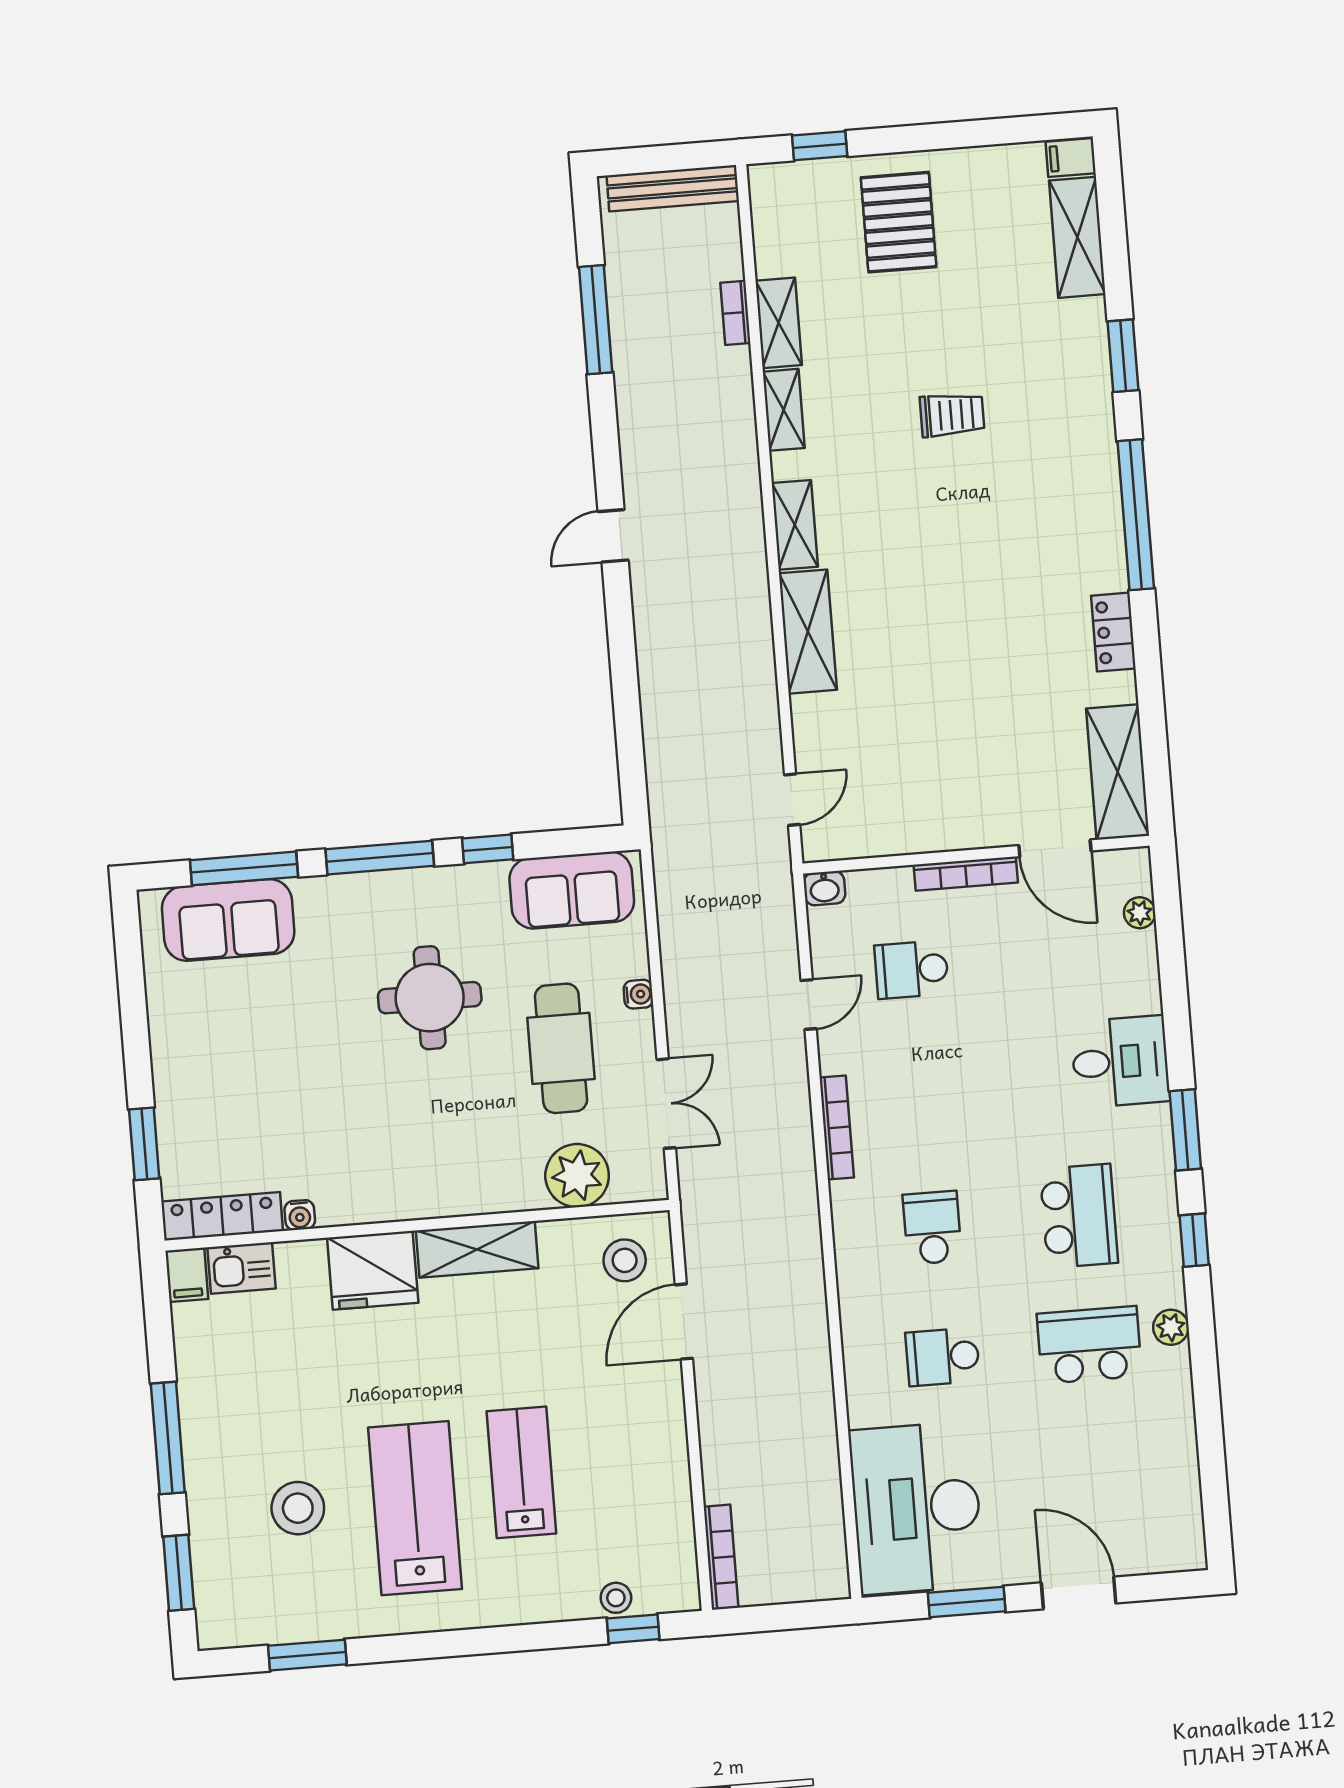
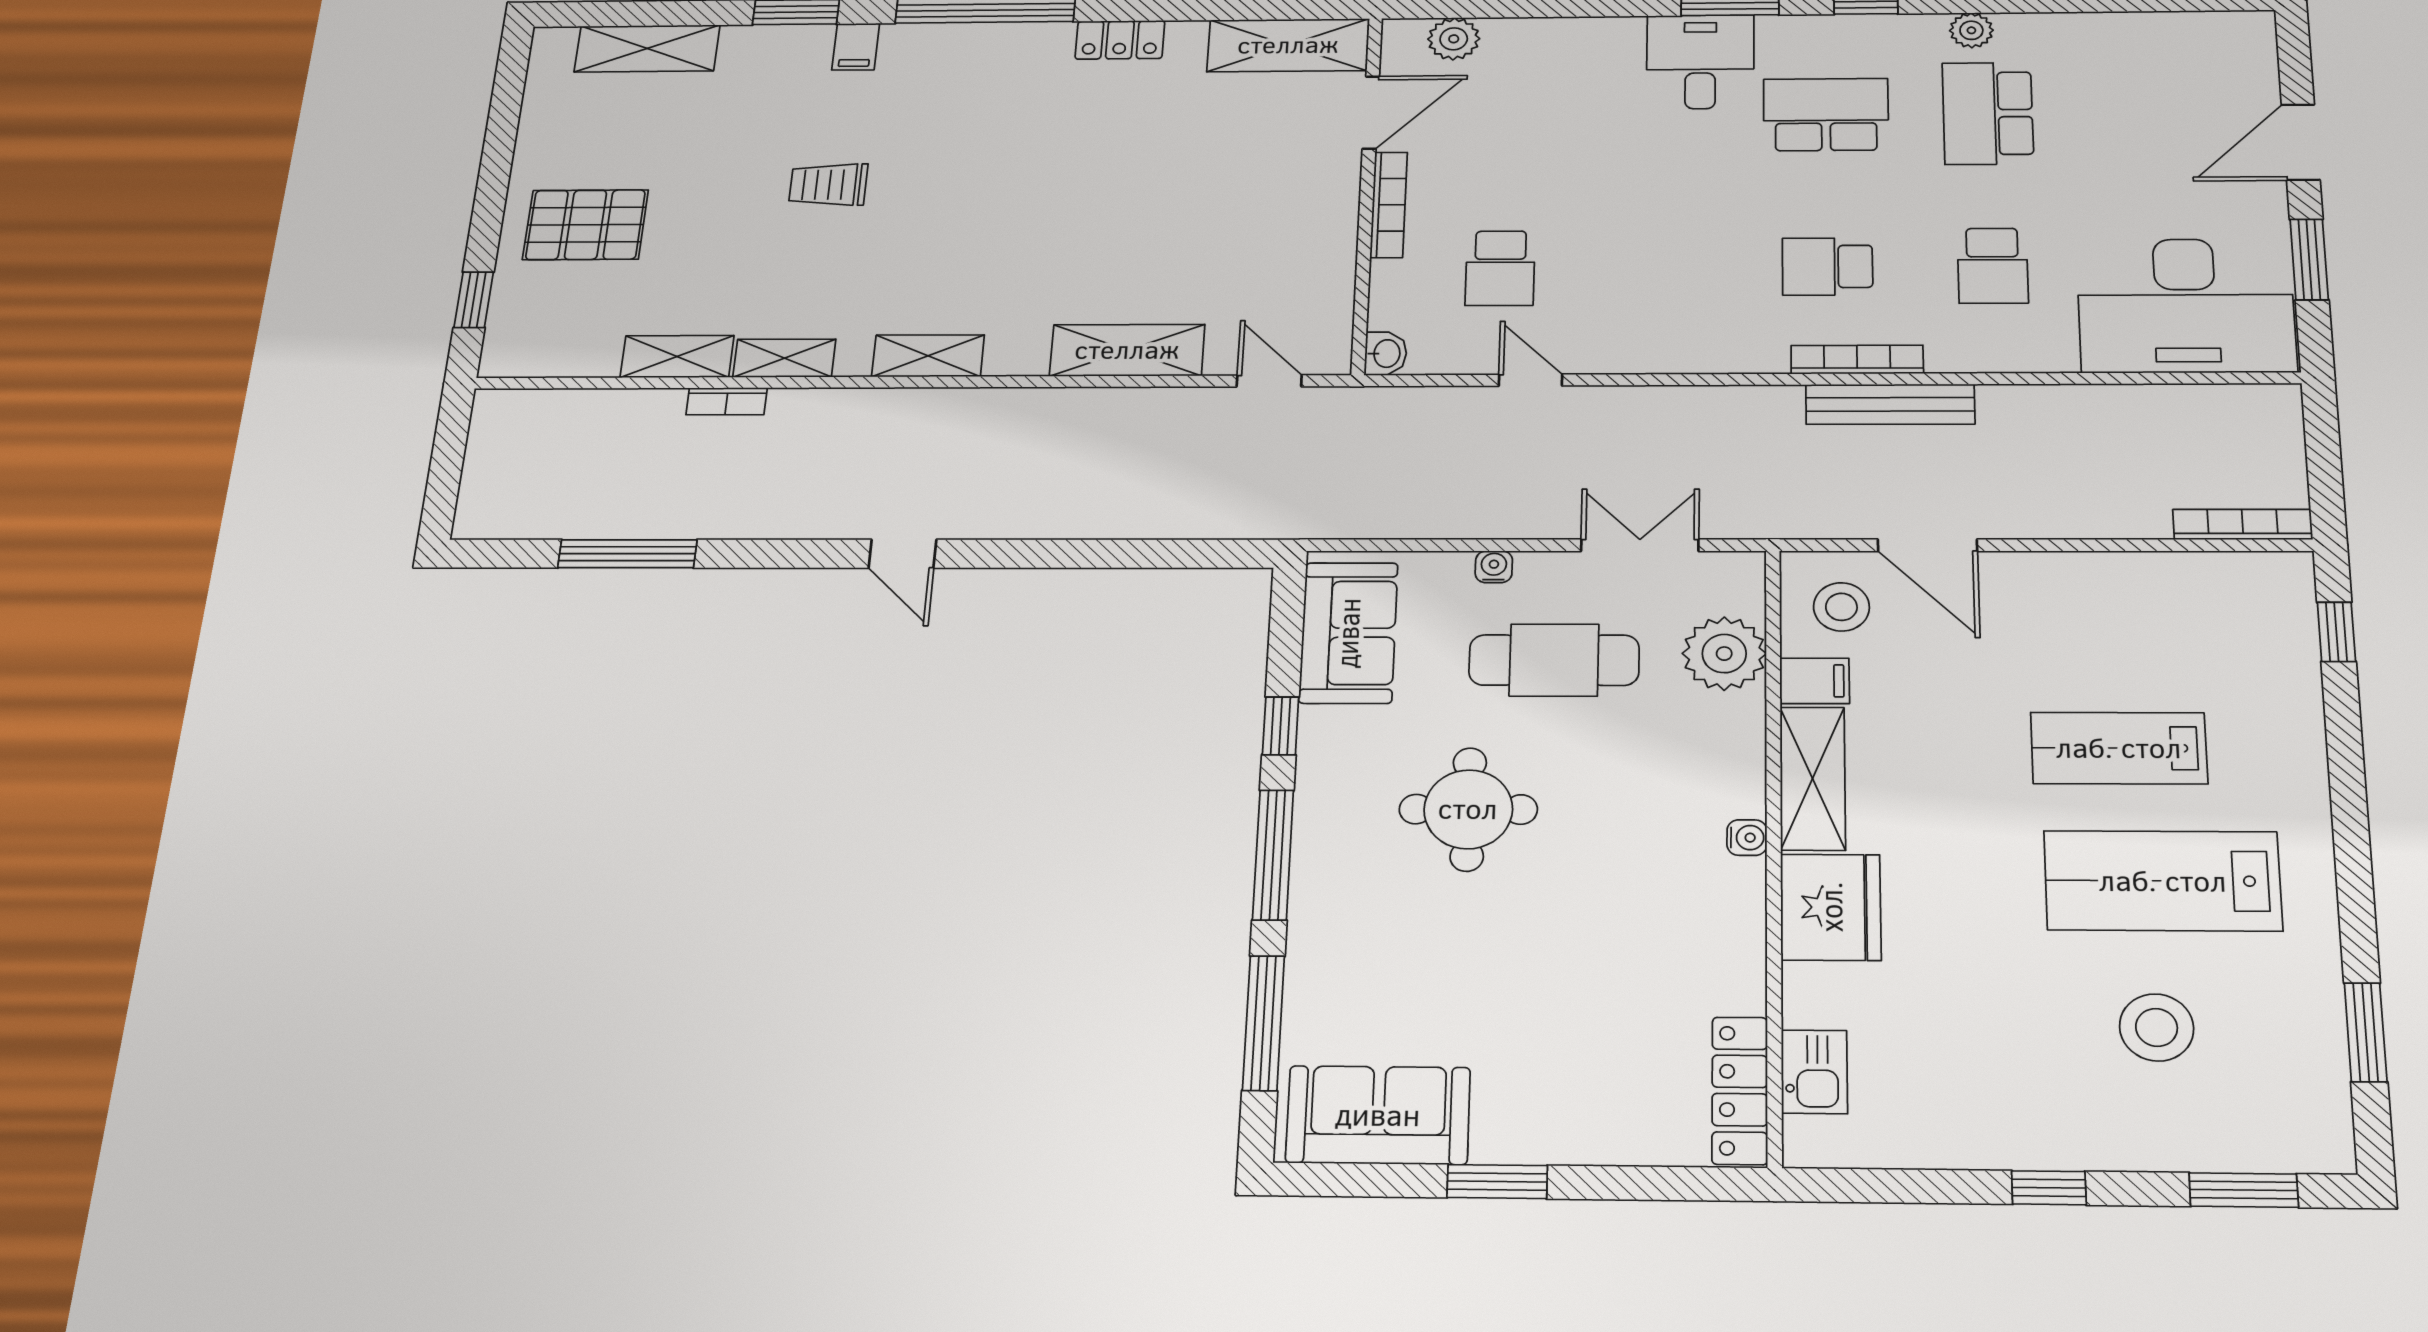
filing cabinet: (1071, 158) -> (856, 47), moved
bench: (673, 188) -> (1890, 404), moved, turned 90
bookcase: (735, 313) -> (727, 401), moved
trolley: (952, 415) -> (828, 185), turned -90
shelving: (808, 632) -> (1127, 350), moved
plant: (1140, 913) -> (1454, 39), width x1.38, depth x1.38
sofa: (228, 920) -> (1378, 1115), moved, turned -90
desk: (1120, 1062) -> (1700, 62), moved
bookcase: (837, 1127) -> (1857, 360), moved
window: (144, 1144) -> (1497, 1182), moved
water cooler: (300, 1215) -> (1747, 838), moved
filing cabinet: (187, 1275) -> (1815, 681), moved
window: (168, 1438) -> (2049, 1188), width x0.46
stool: (616, 1598) -> (2294, 649), removed

